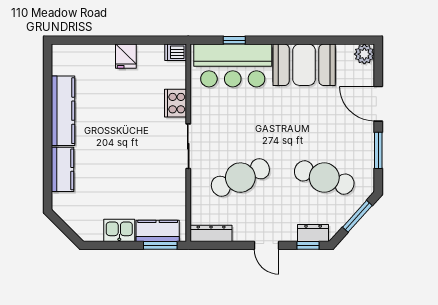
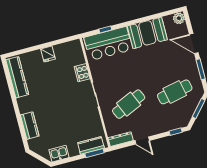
dishwasher: (176, 52) -> (75, 45), removed
kitchen counter: (63, 111) -> (17, 77), moved
cafe table: (324, 178) -> (175, 92), turned -30
kitchen sink: (119, 230) -> (59, 154), moved
dresser: (313, 233) -> (177, 124), removed
door: (266, 245) -> (142, 140), moved

